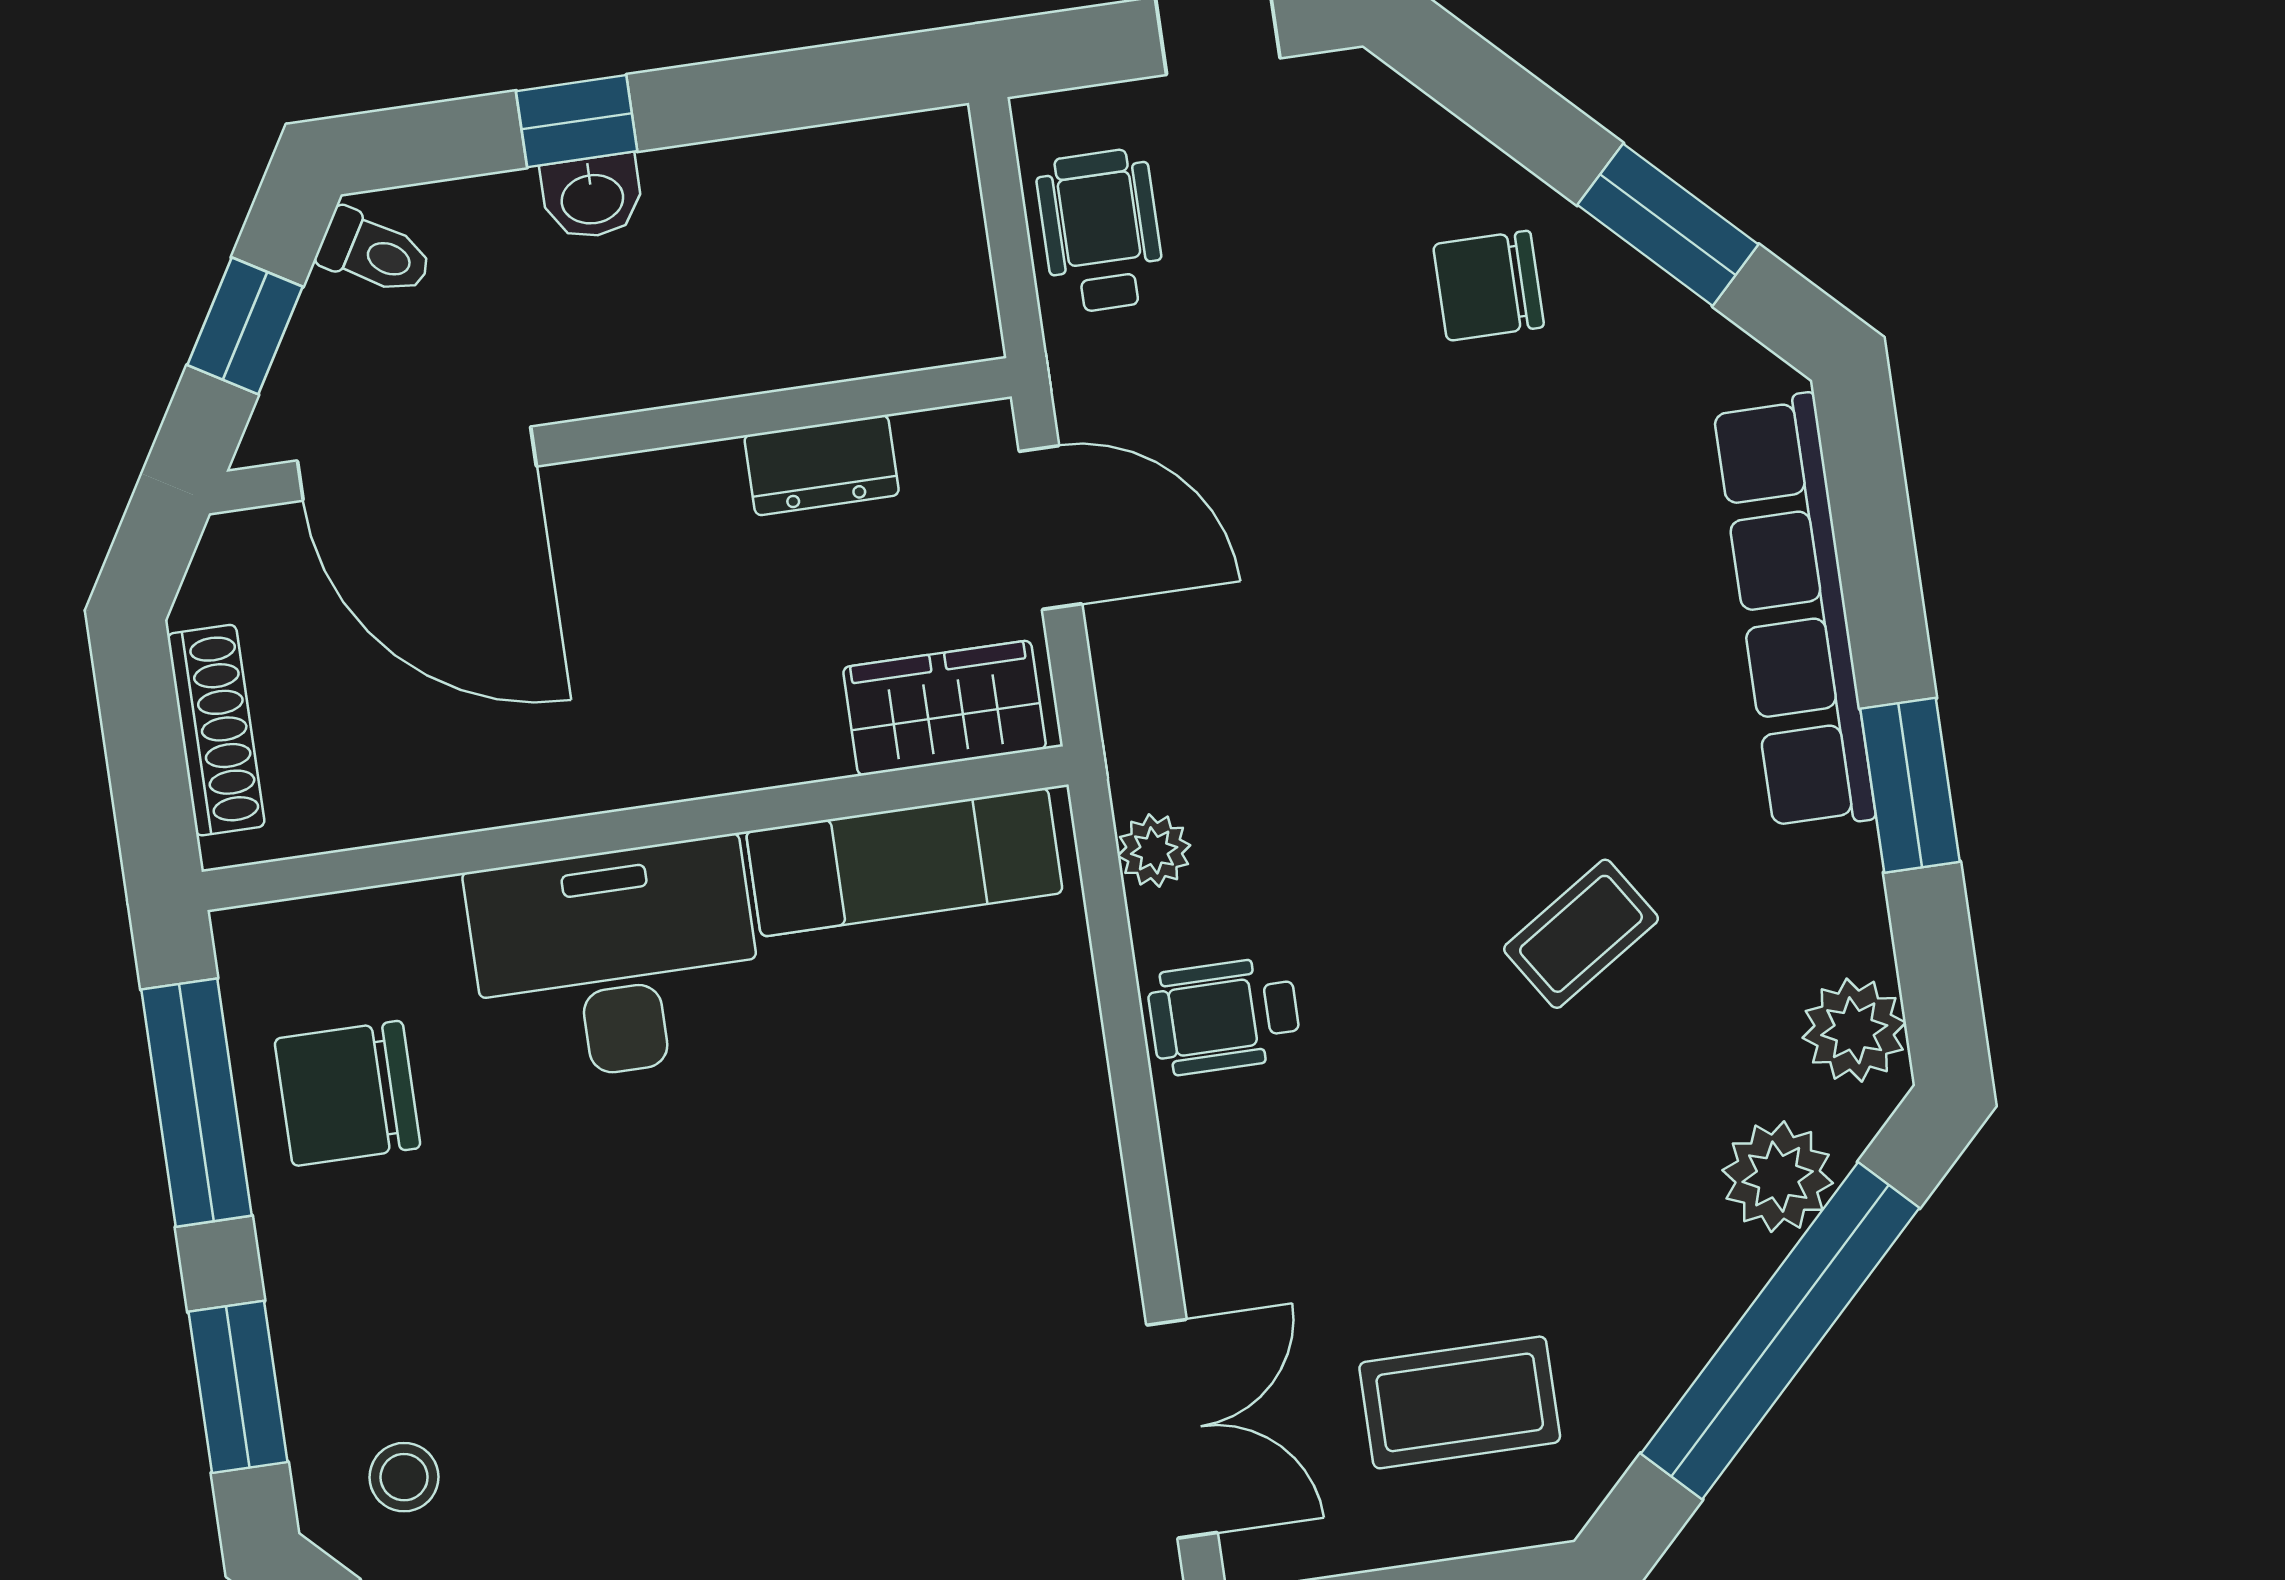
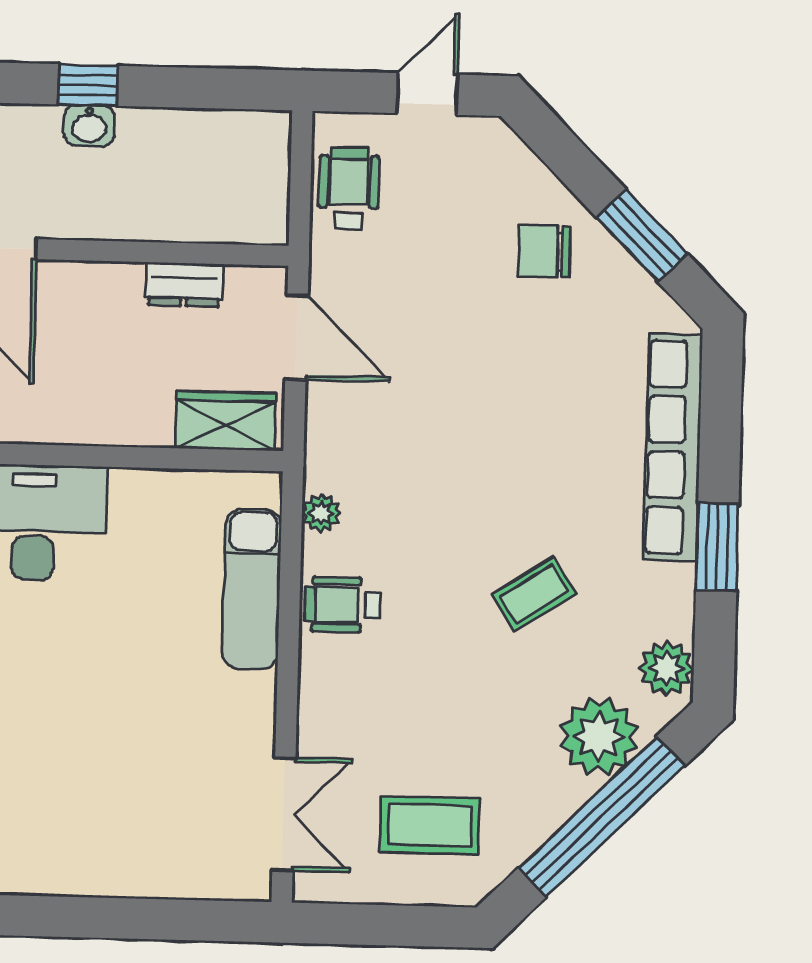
exam couch: (904, 862) -> (252, 589), moved, turned 90
plant: (1778, 1177) -> (599, 737), width x1.36, depth x1.36

